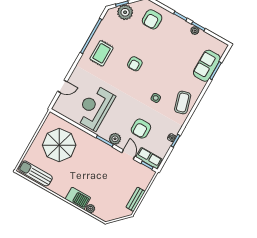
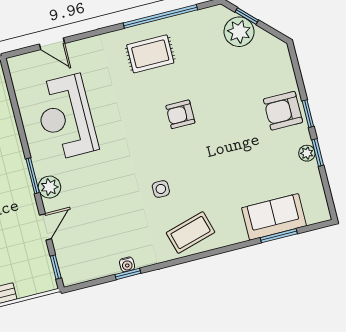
armchair: (152, 19) -> (283, 111), moved
reception desk: (95, 108) -> (66, 117), turned -90
armchair: (141, 129) -> (98, 209), removed
row of seats: (149, 158) -> (68, 260), removed

